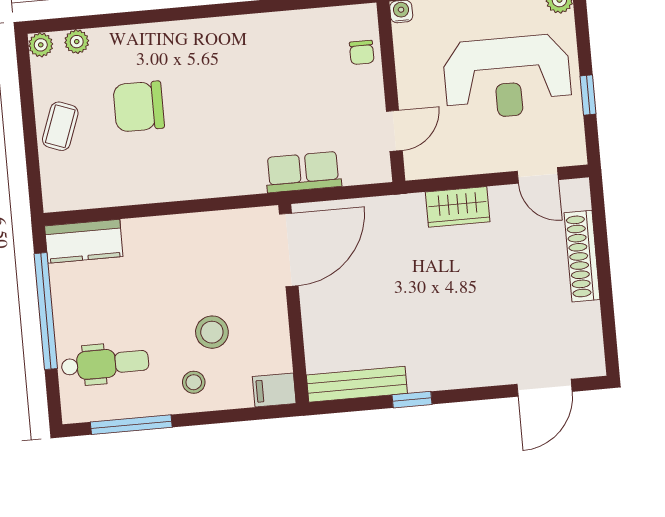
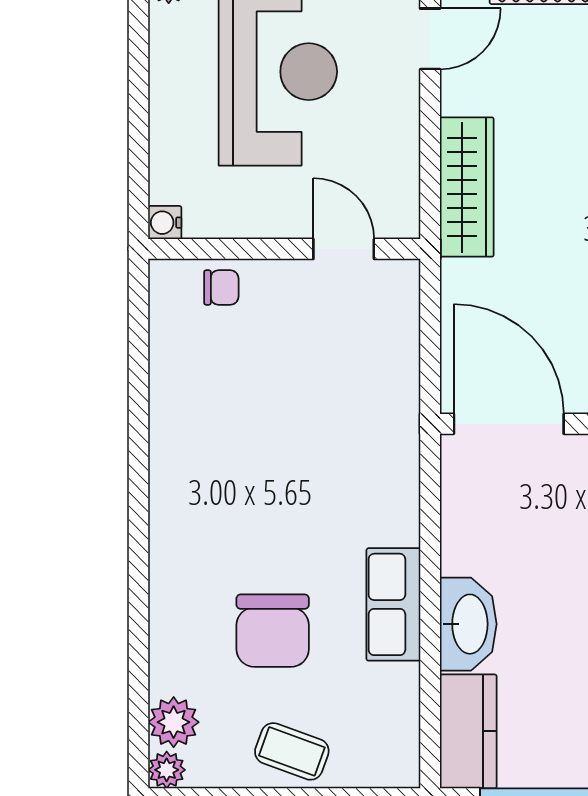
plant: (77, 42) -> (174, 722), width x1.38, depth x1.38
row of seats: (303, 172) -> (393, 604), moved
wardrobe: (458, 207) -> (467, 187), width x1.50
washbasin: (154, 235) -> (468, 624), added

